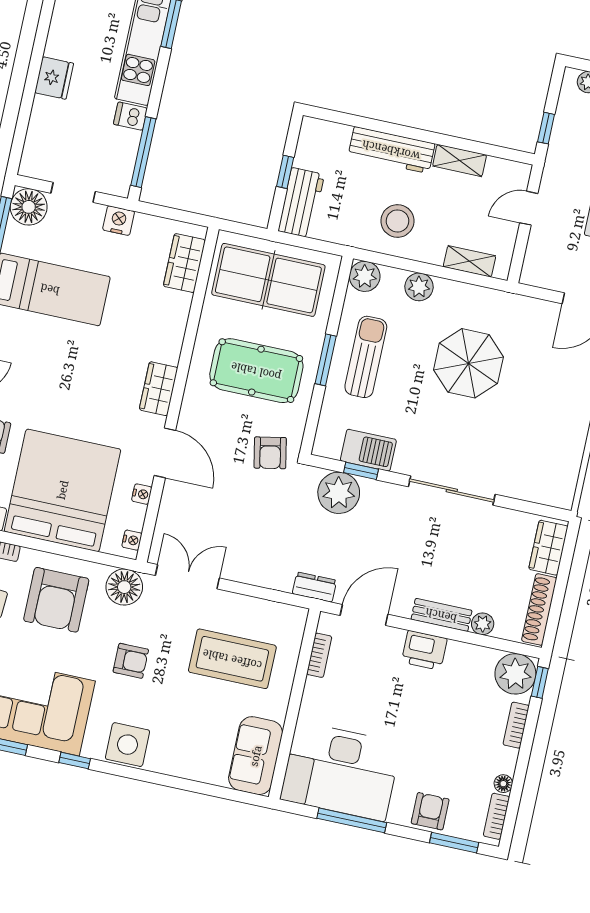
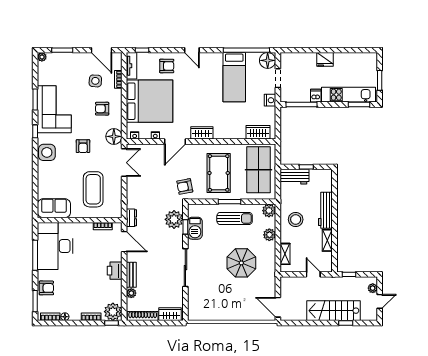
armchair: (56, 600) -> (102, 109), width x0.53, depth x0.53

